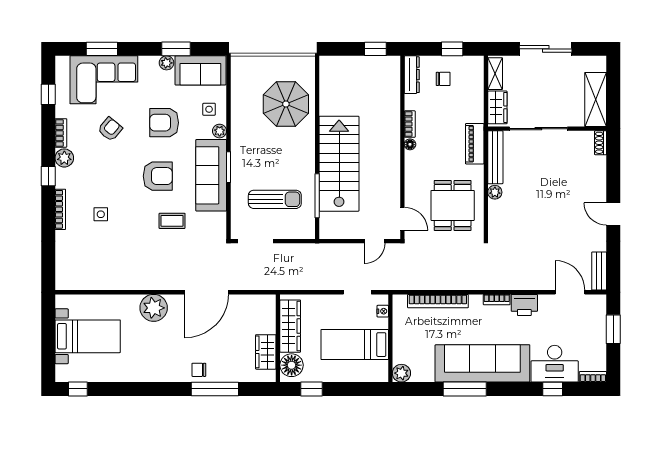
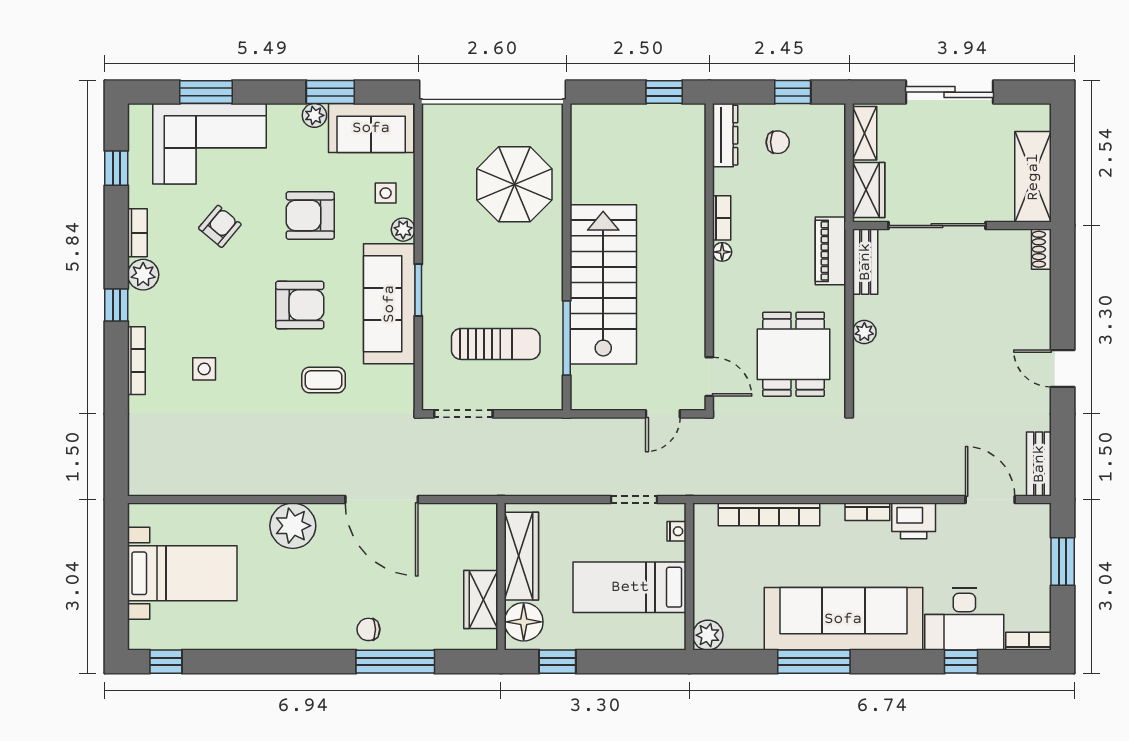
bench: (495, 157) -> (865, 262), width x0.73
door: (207, 292) -> (382, 500), hinge flipped

